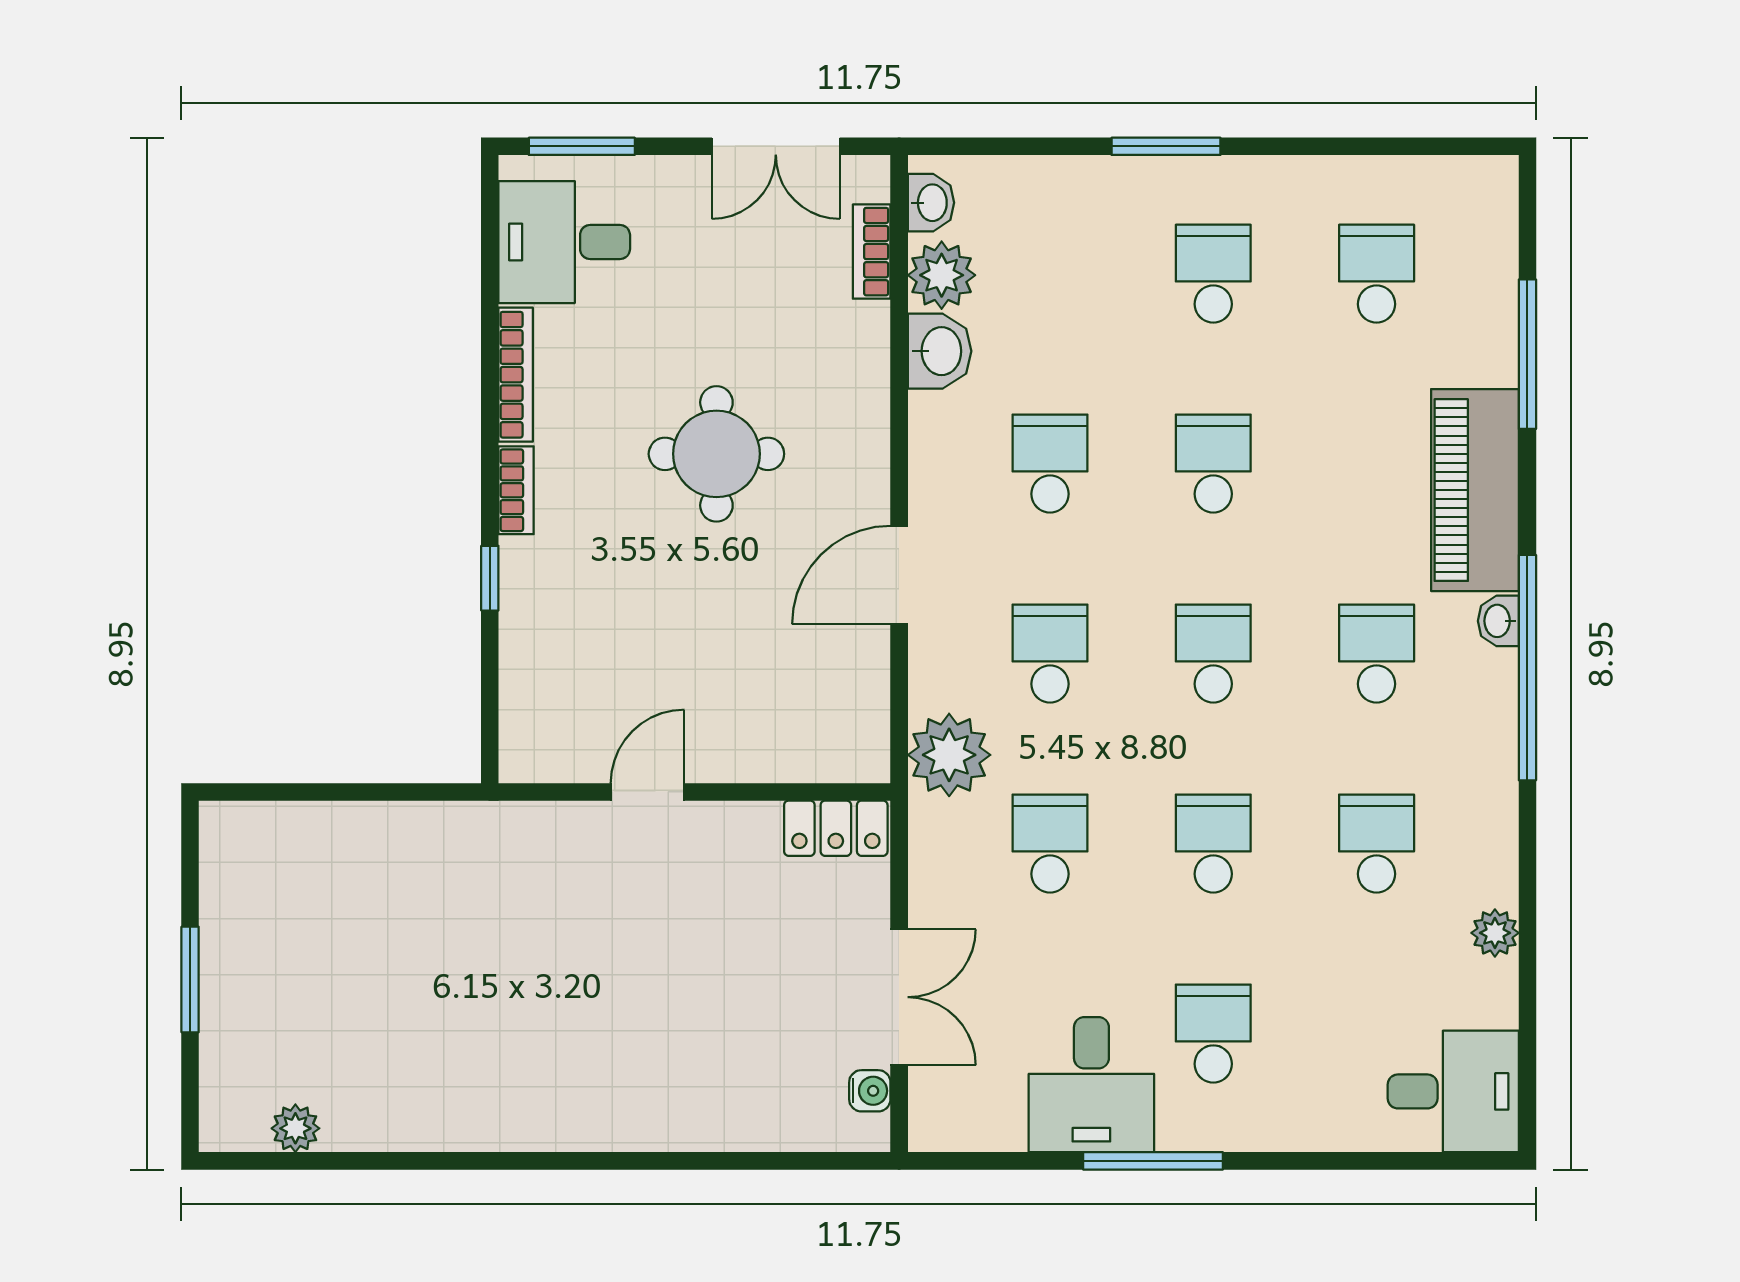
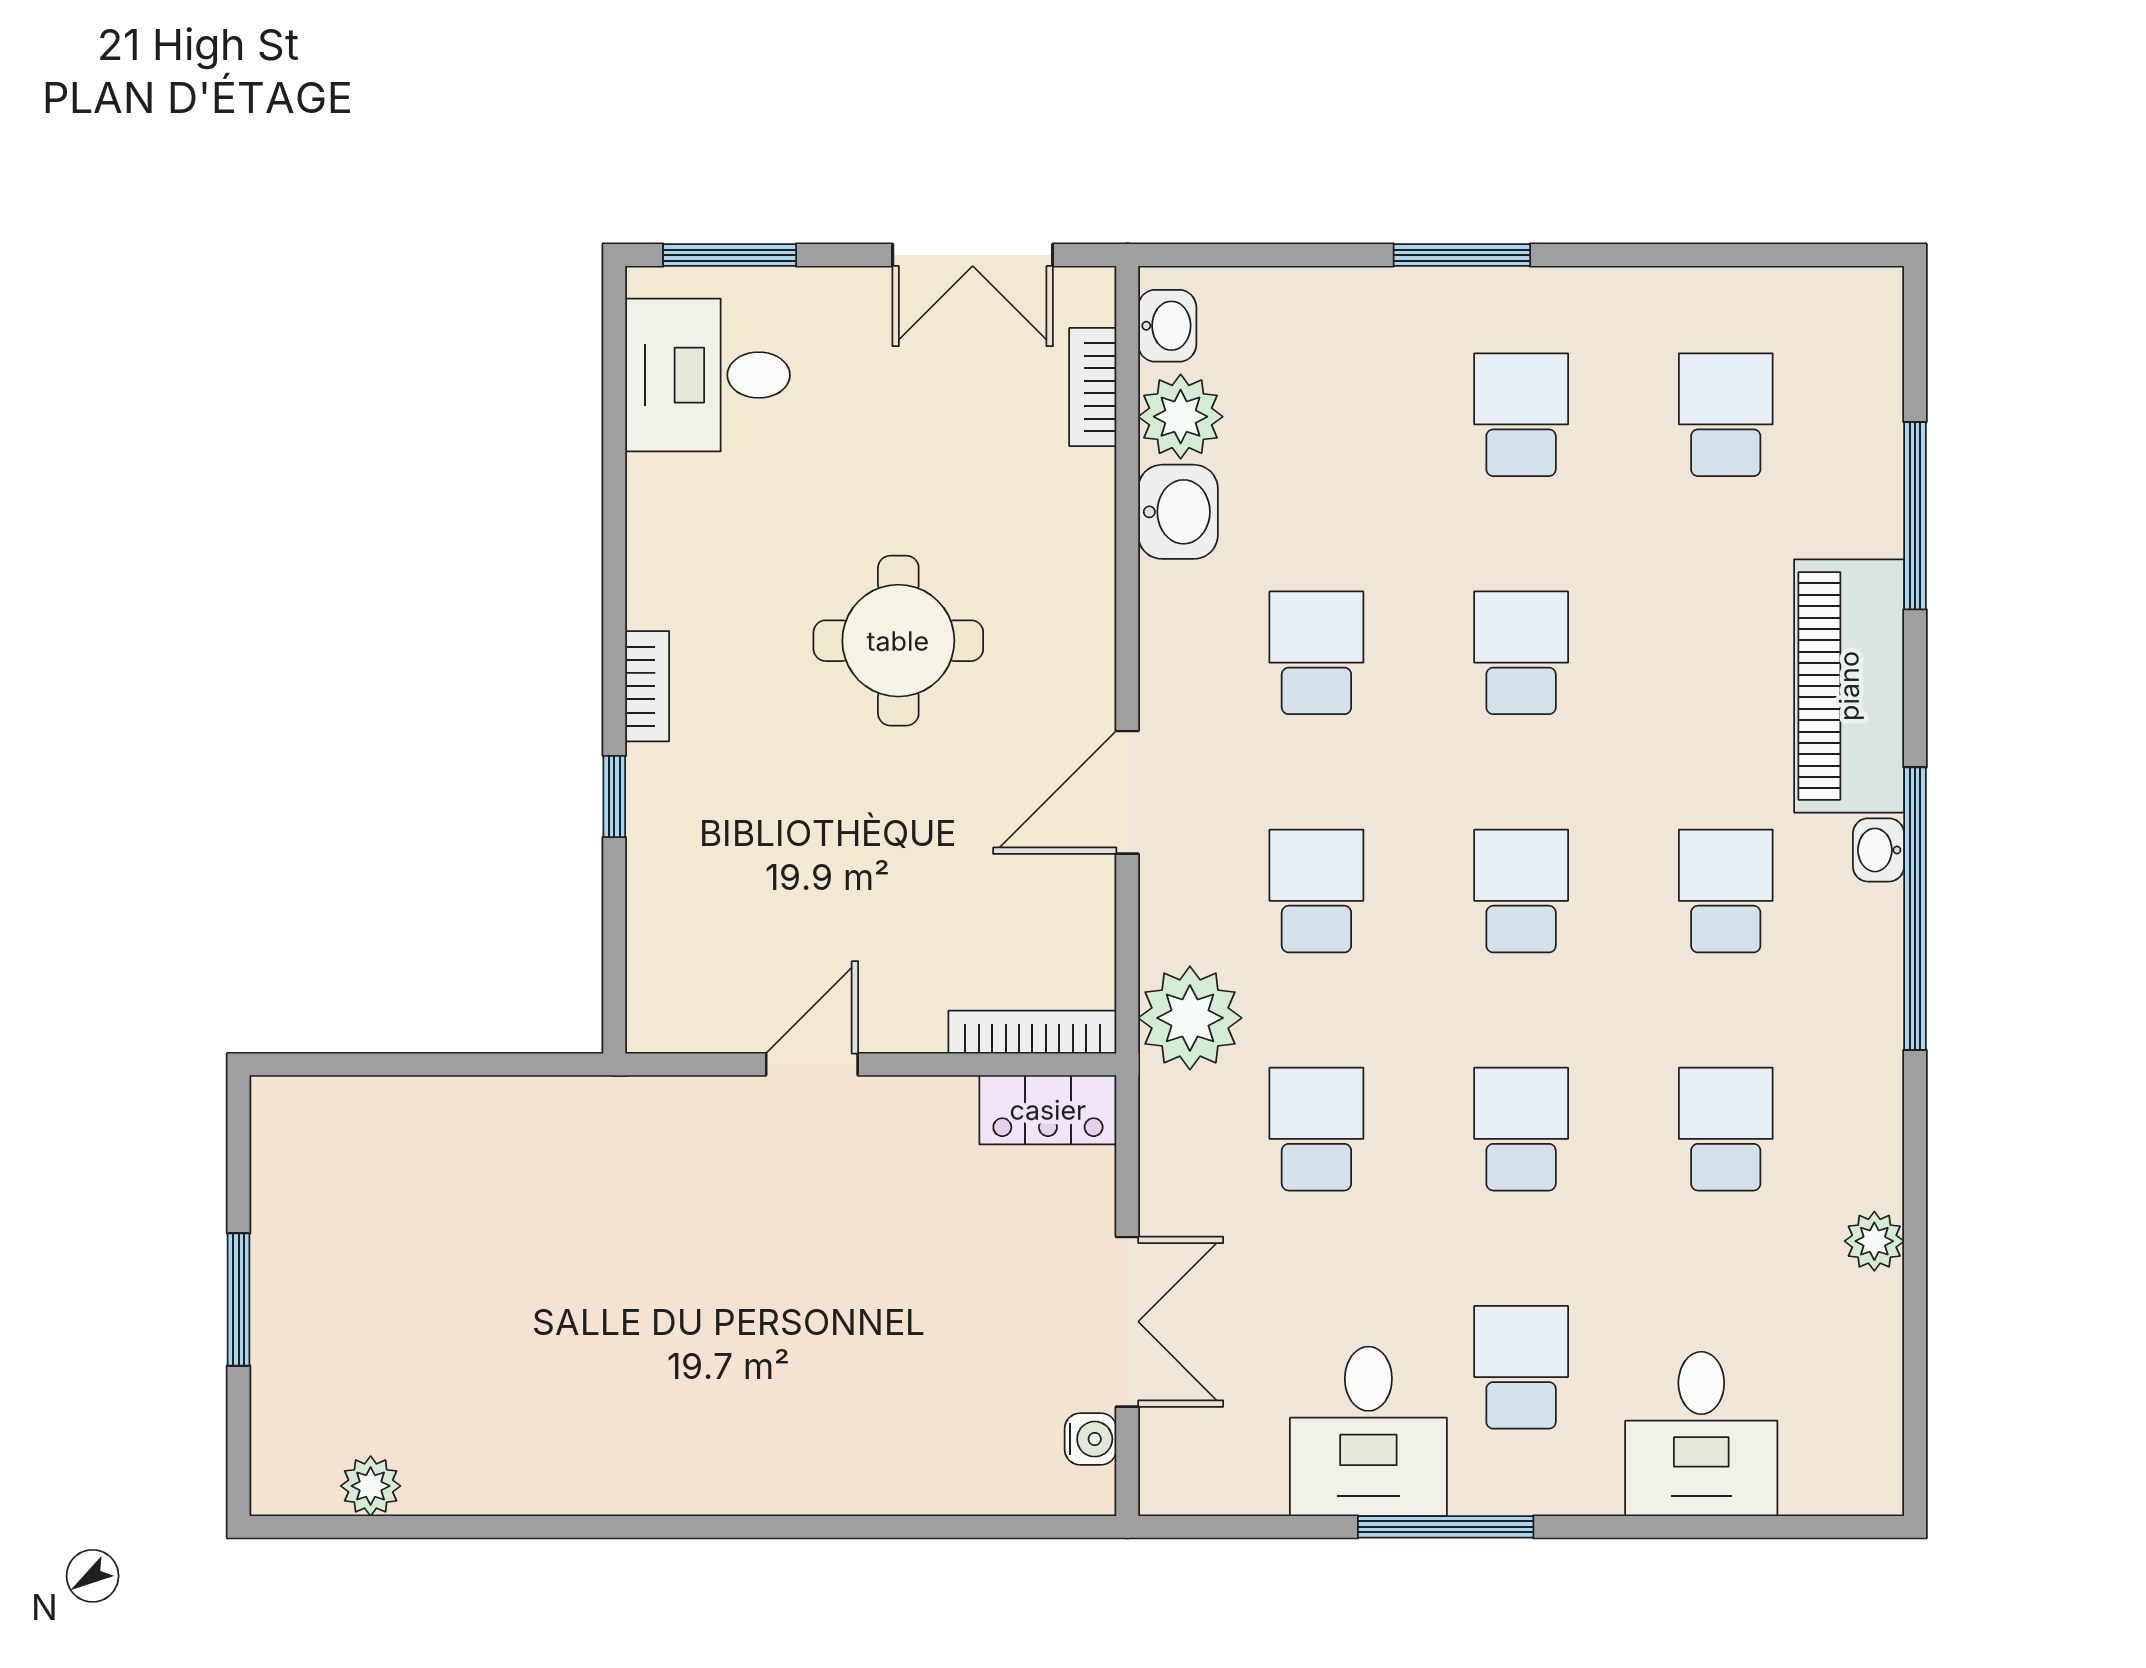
bookcase: (516, 375) -> (1032, 1032), moved, turned -90
desk: (1453, 1091) -> (1701, 1434), moved, turned 90

